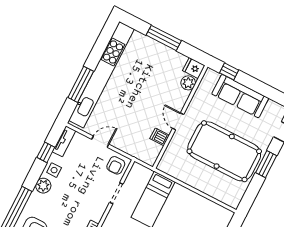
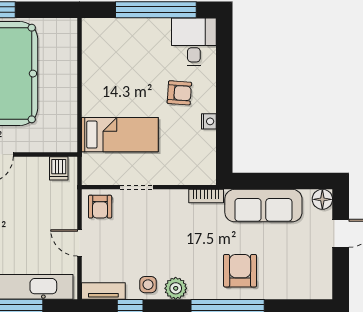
dishwasher: (160, 137) -> (59, 168), moved
armchair: (116, 165) -> (100, 207), turned 90

